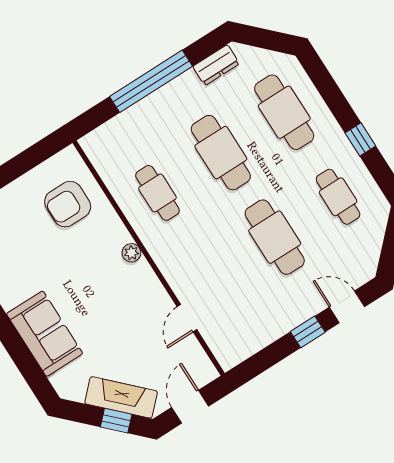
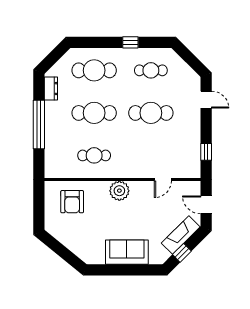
plant: (131, 253) -> (119, 191), width x1.88, depth x1.88
door: (347, 307) -> (206, 100), swing flipped
door: (187, 318) -> (163, 179), hinge flipped
window: (308, 332) -> (206, 152), moved
window: (116, 421) -> (182, 253), moved

